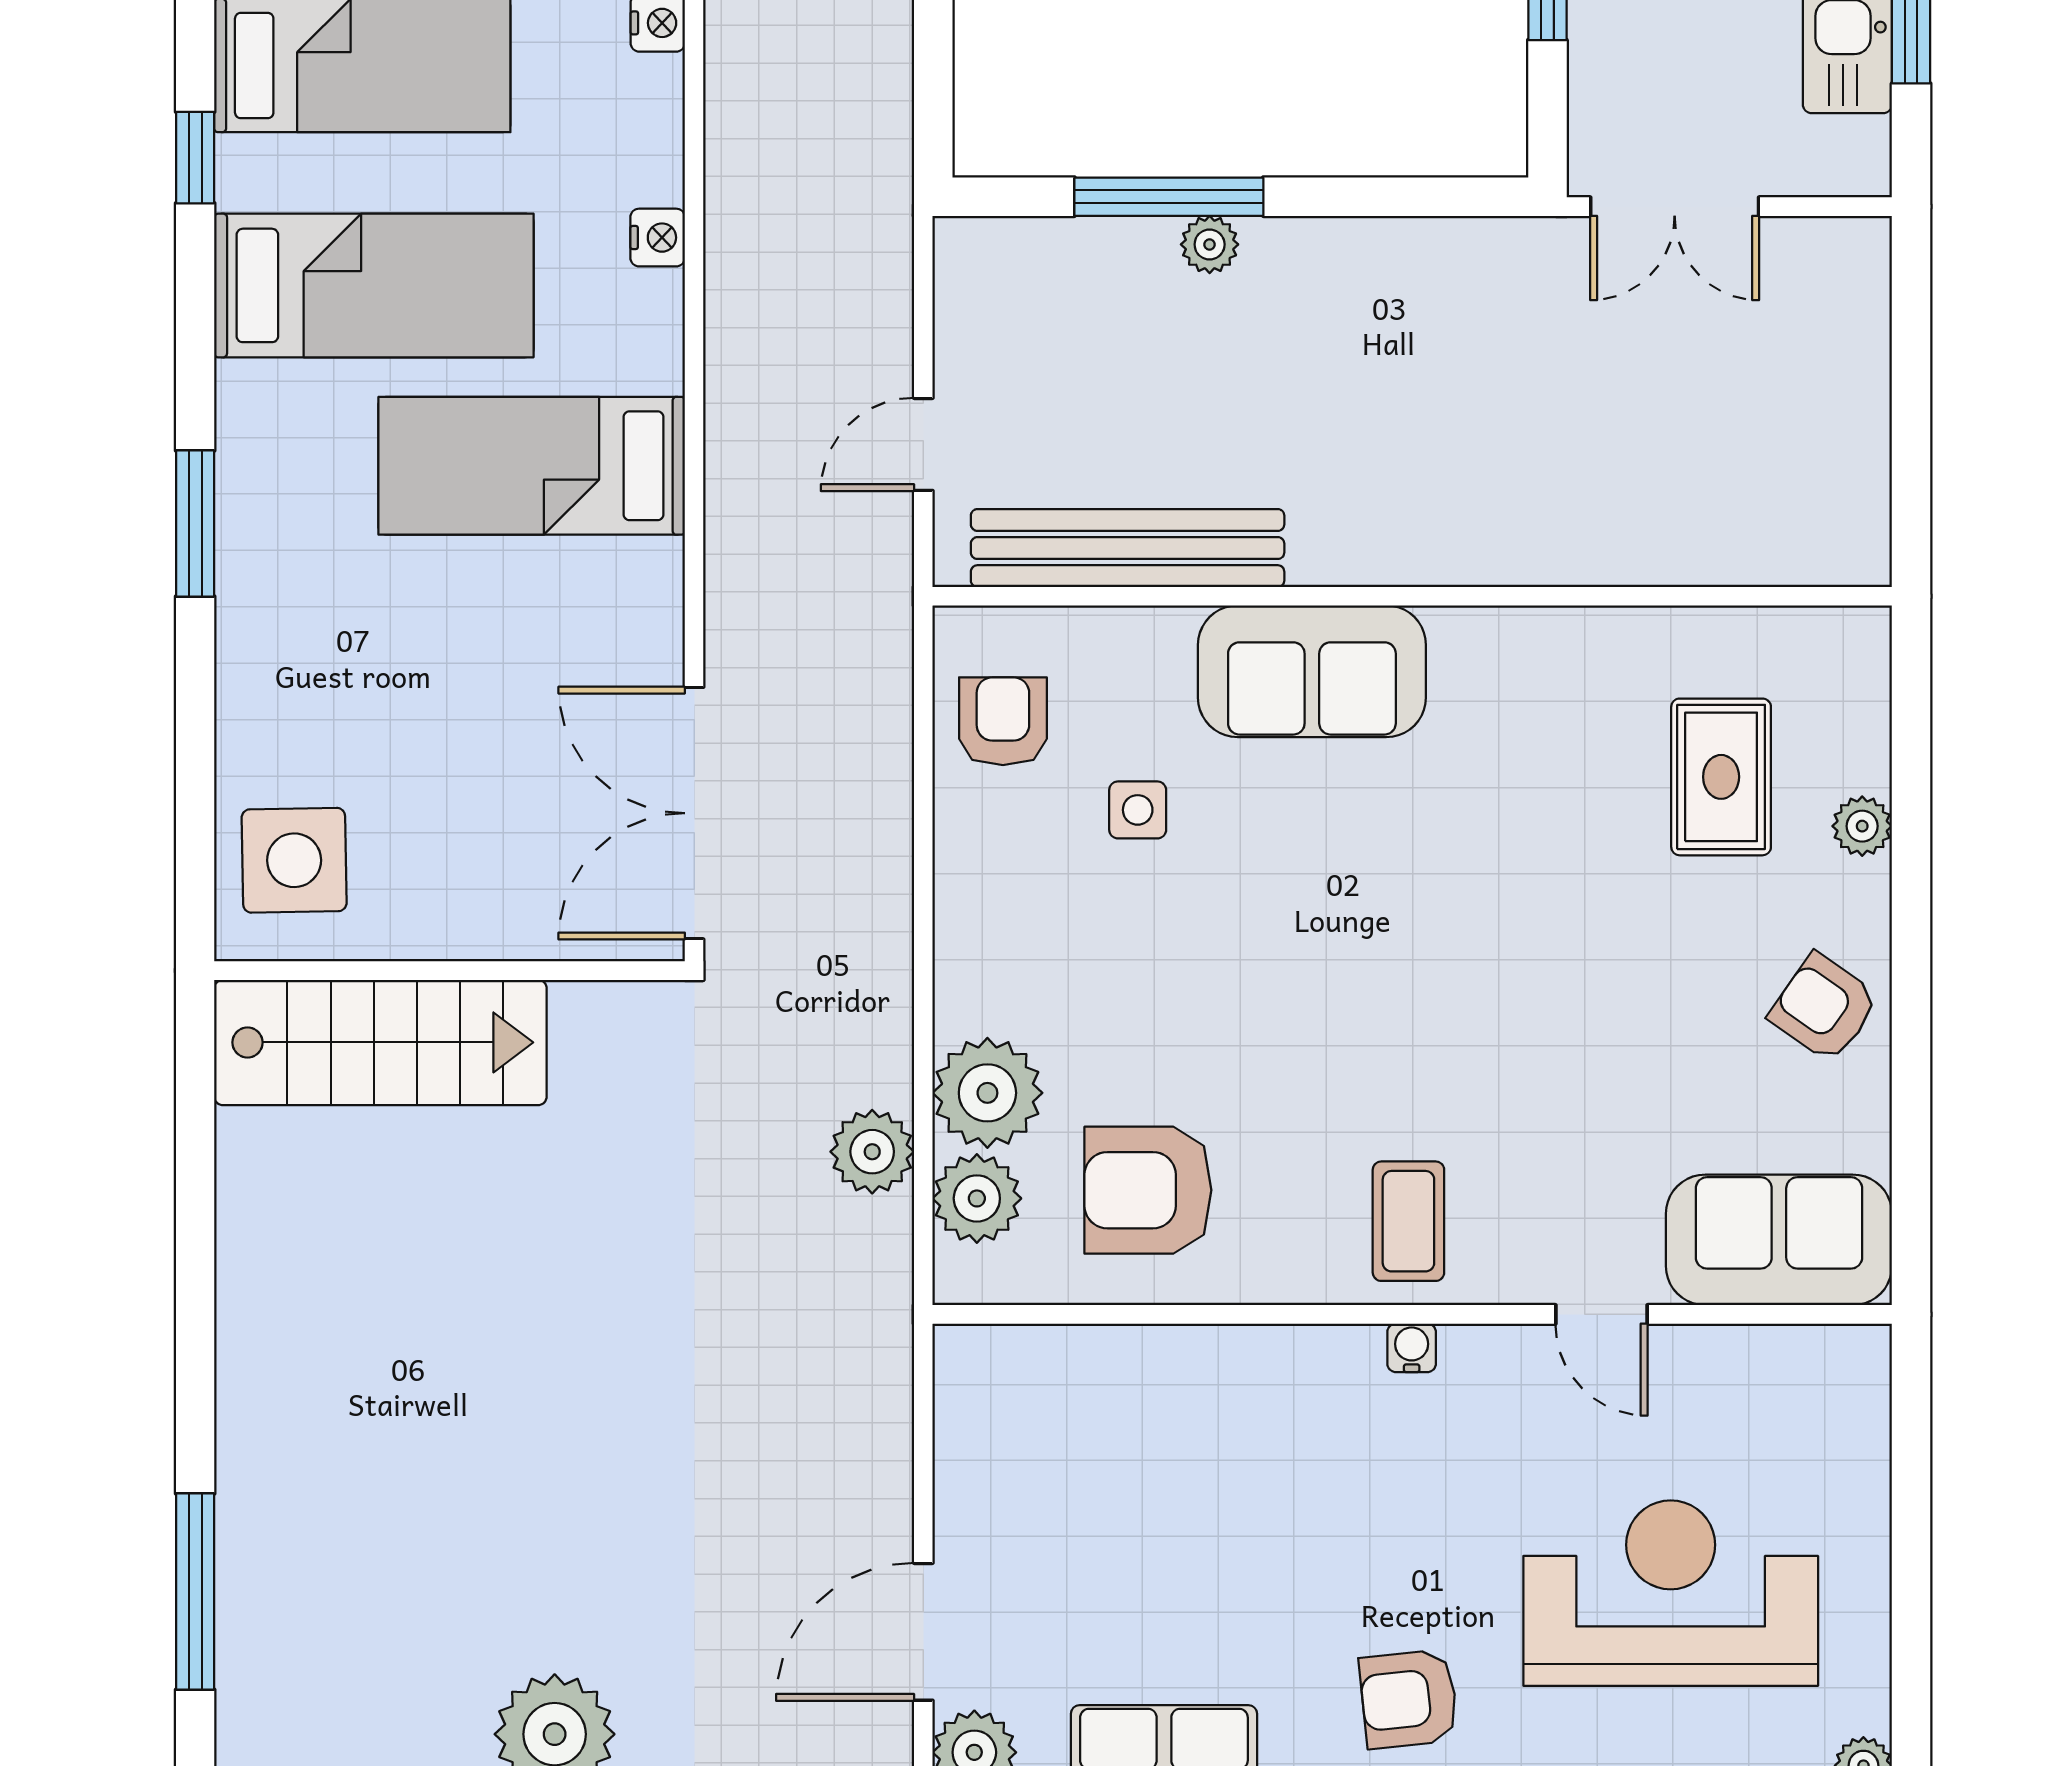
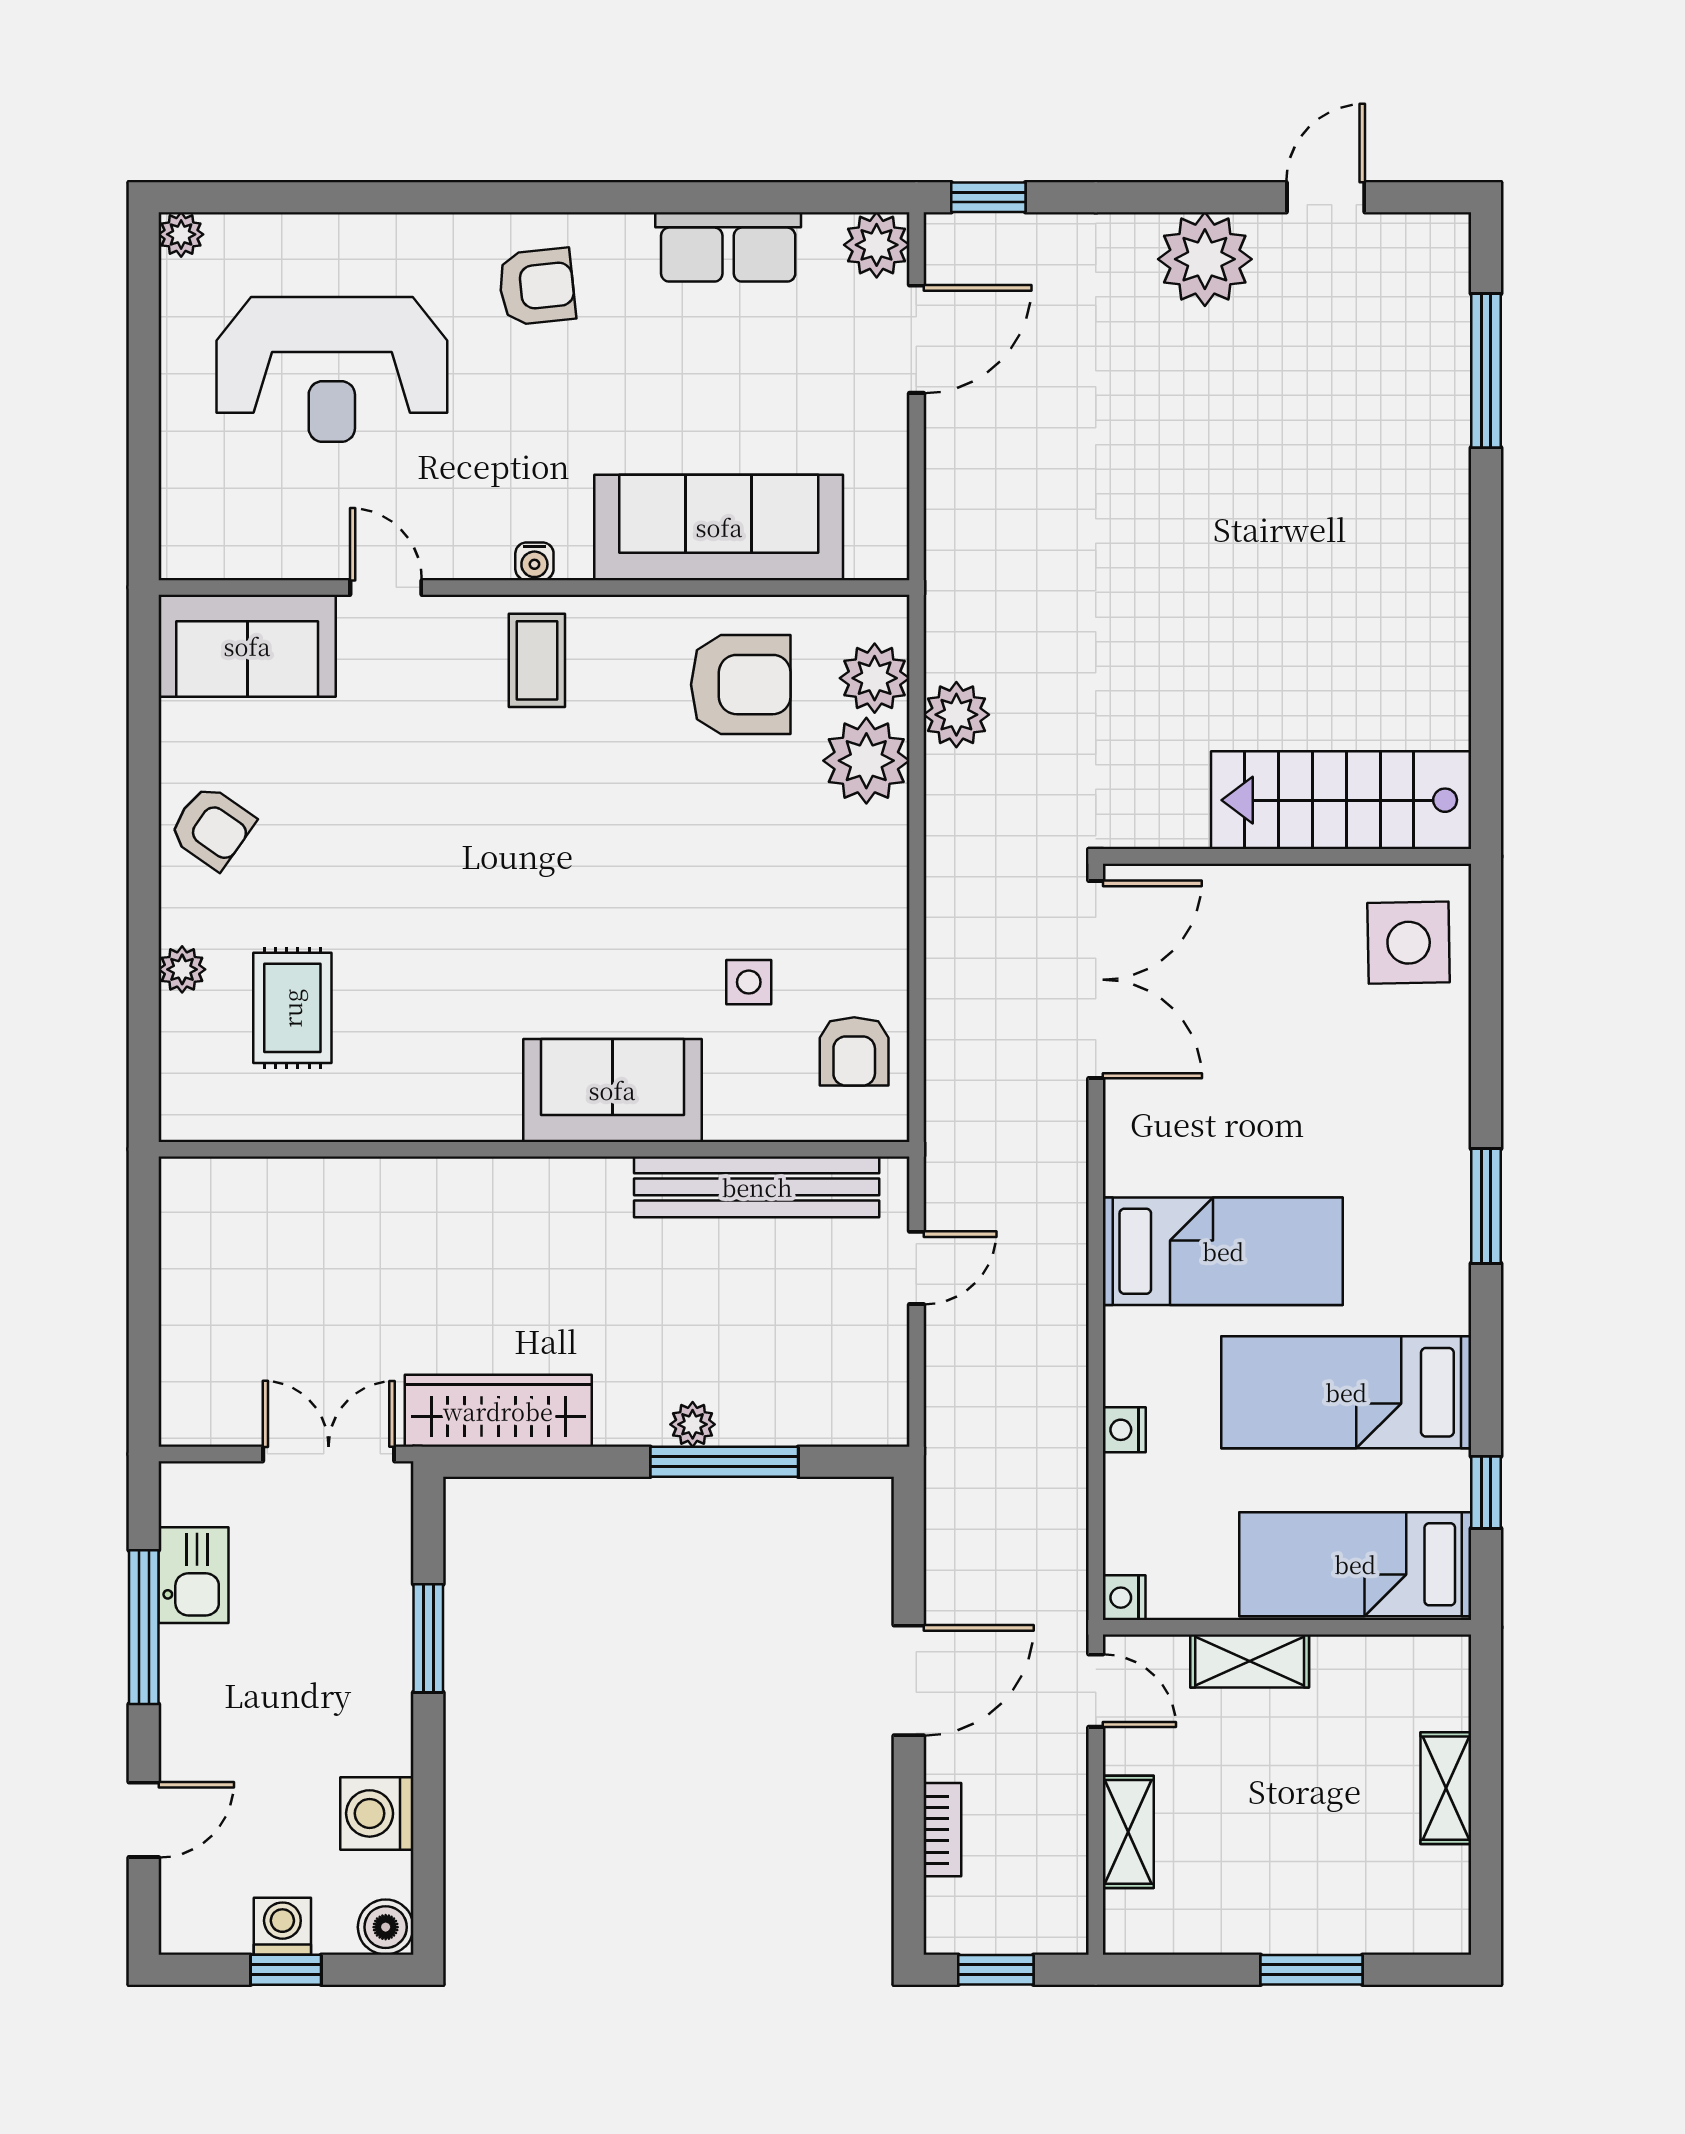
wardrobe: (1458, 262) -> (498, 1411), added
sofa: (1176, 1391) -> (719, 527), added

